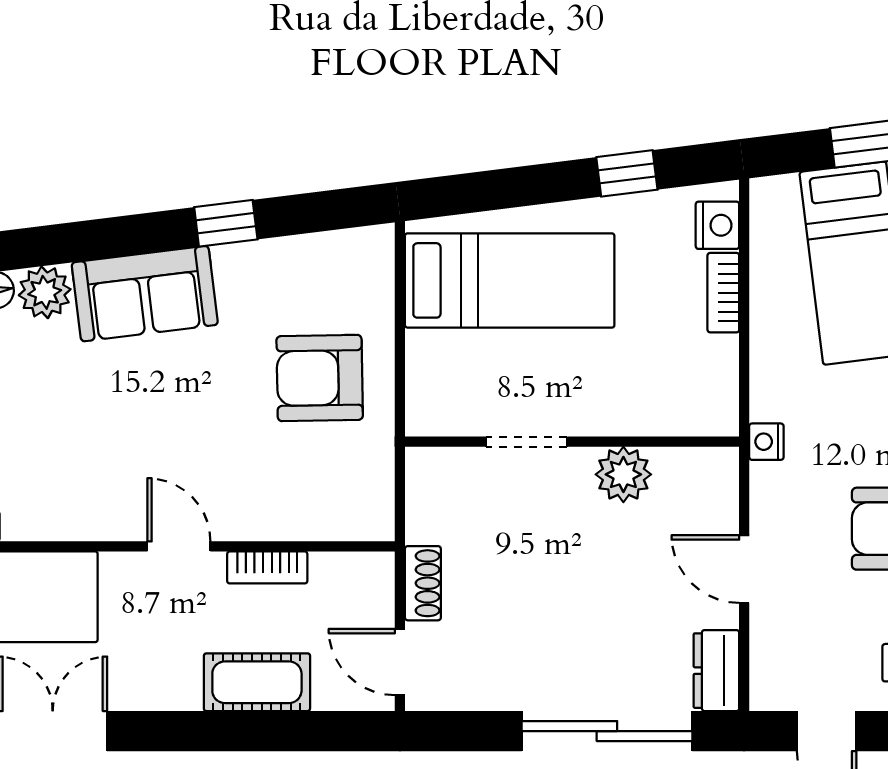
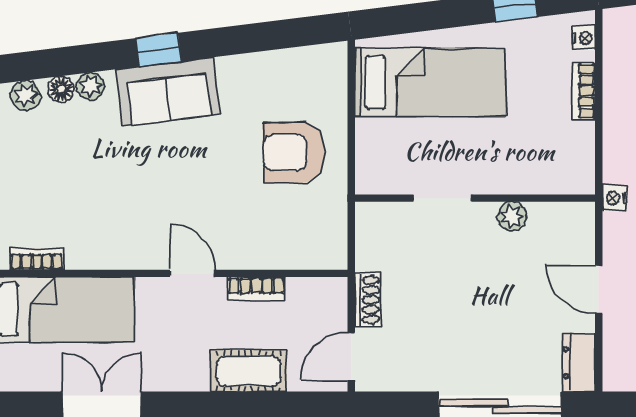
window: (226, 223) -> (158, 50), moved
nightstand: (717, 225) -> (584, 38), width x0.72, depth x0.74
plant: (45, 292) -> (90, 86), width x0.73, depth x0.73
plant: (623, 474) -> (512, 216), width x0.73, depth x0.73
door: (400, 662) -> (351, 356), hinge flipped

